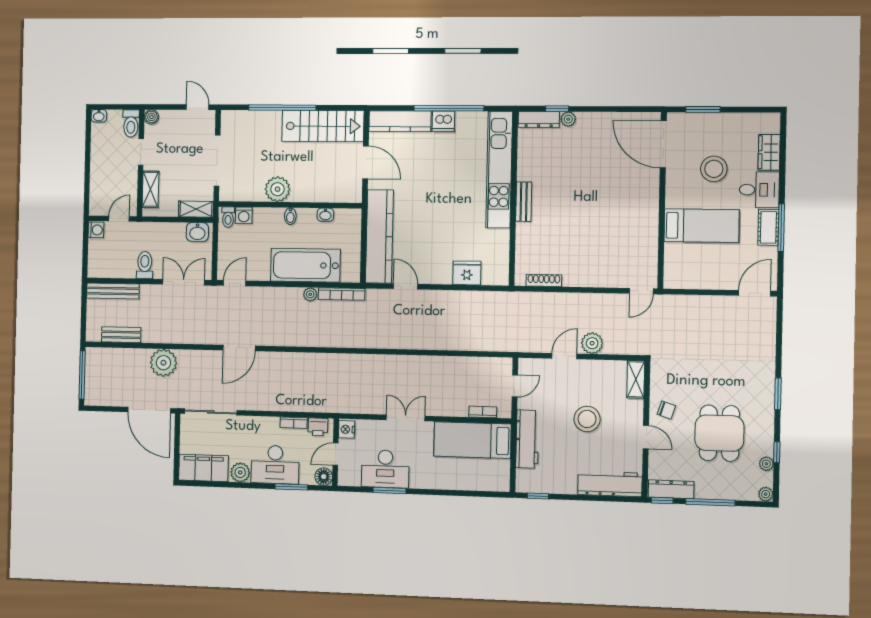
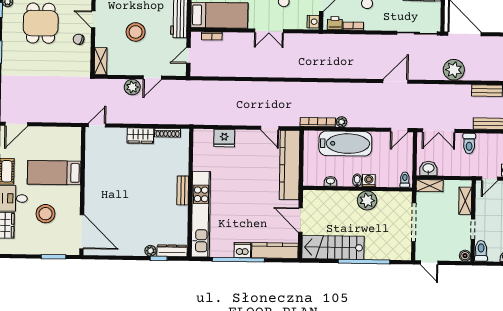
washing machine: (244, 215) -> (369, 181), moved
wardrobe: (581, 277) -> (140, 136), added

